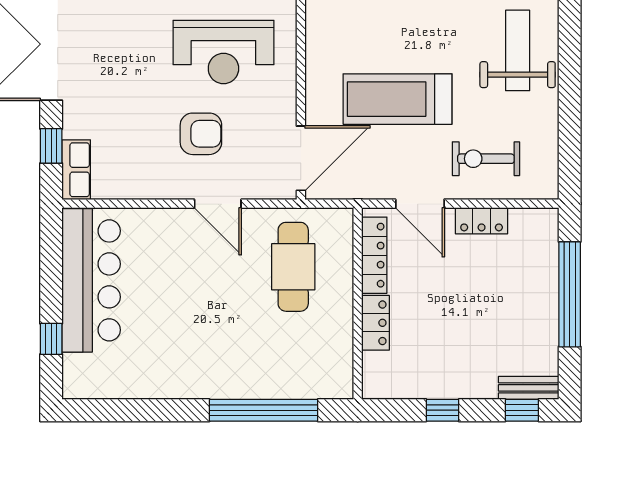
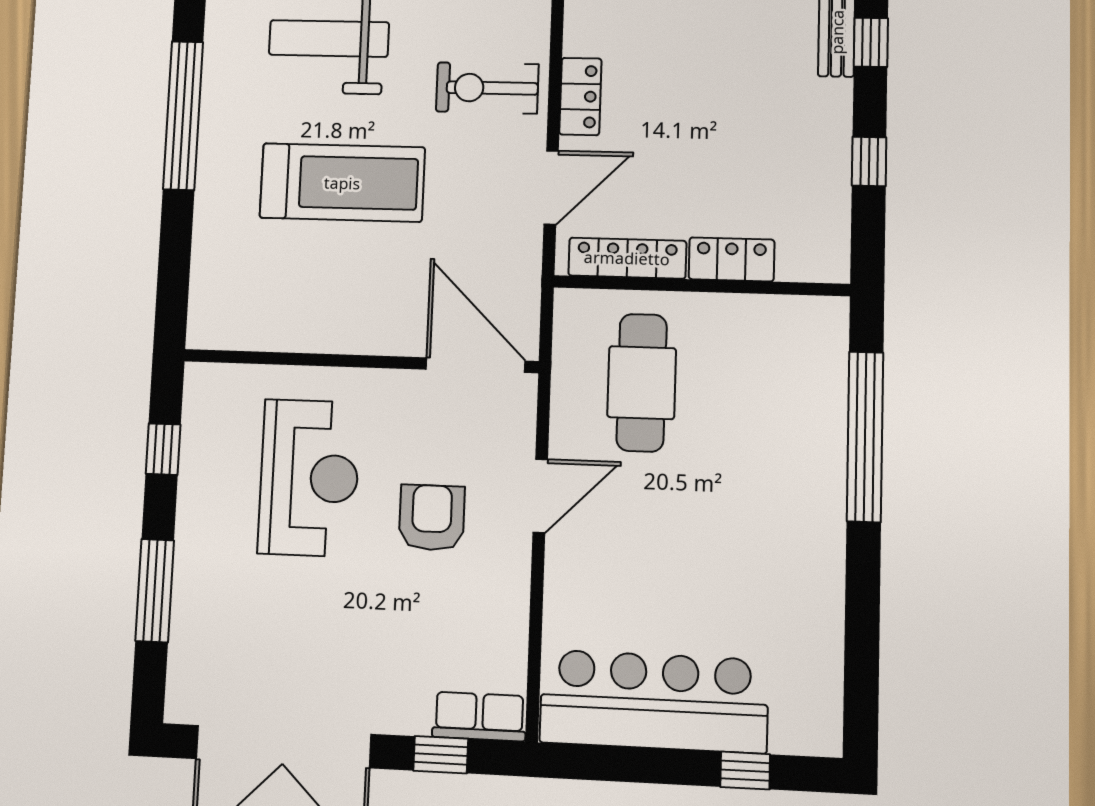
treadmill: (398, 99) -> (342, 183), moved, turned -90
exercise bike: (486, 159) -> (487, 88), turned 90
cafe table: (293, 267) -> (642, 383), turned 90

